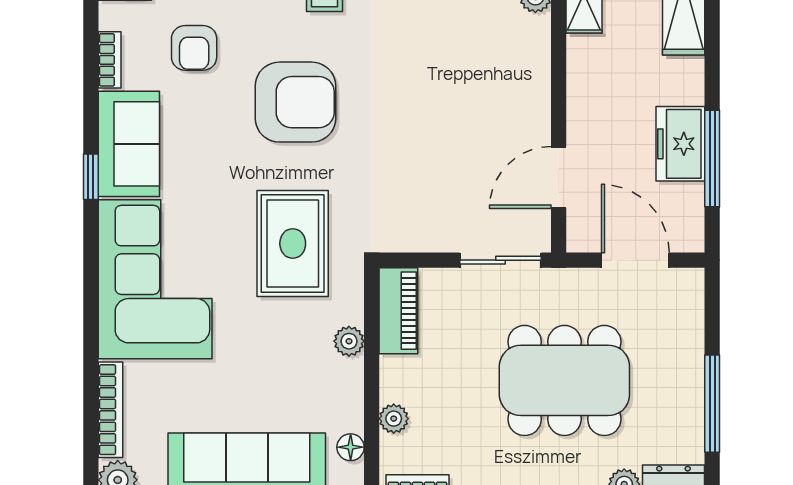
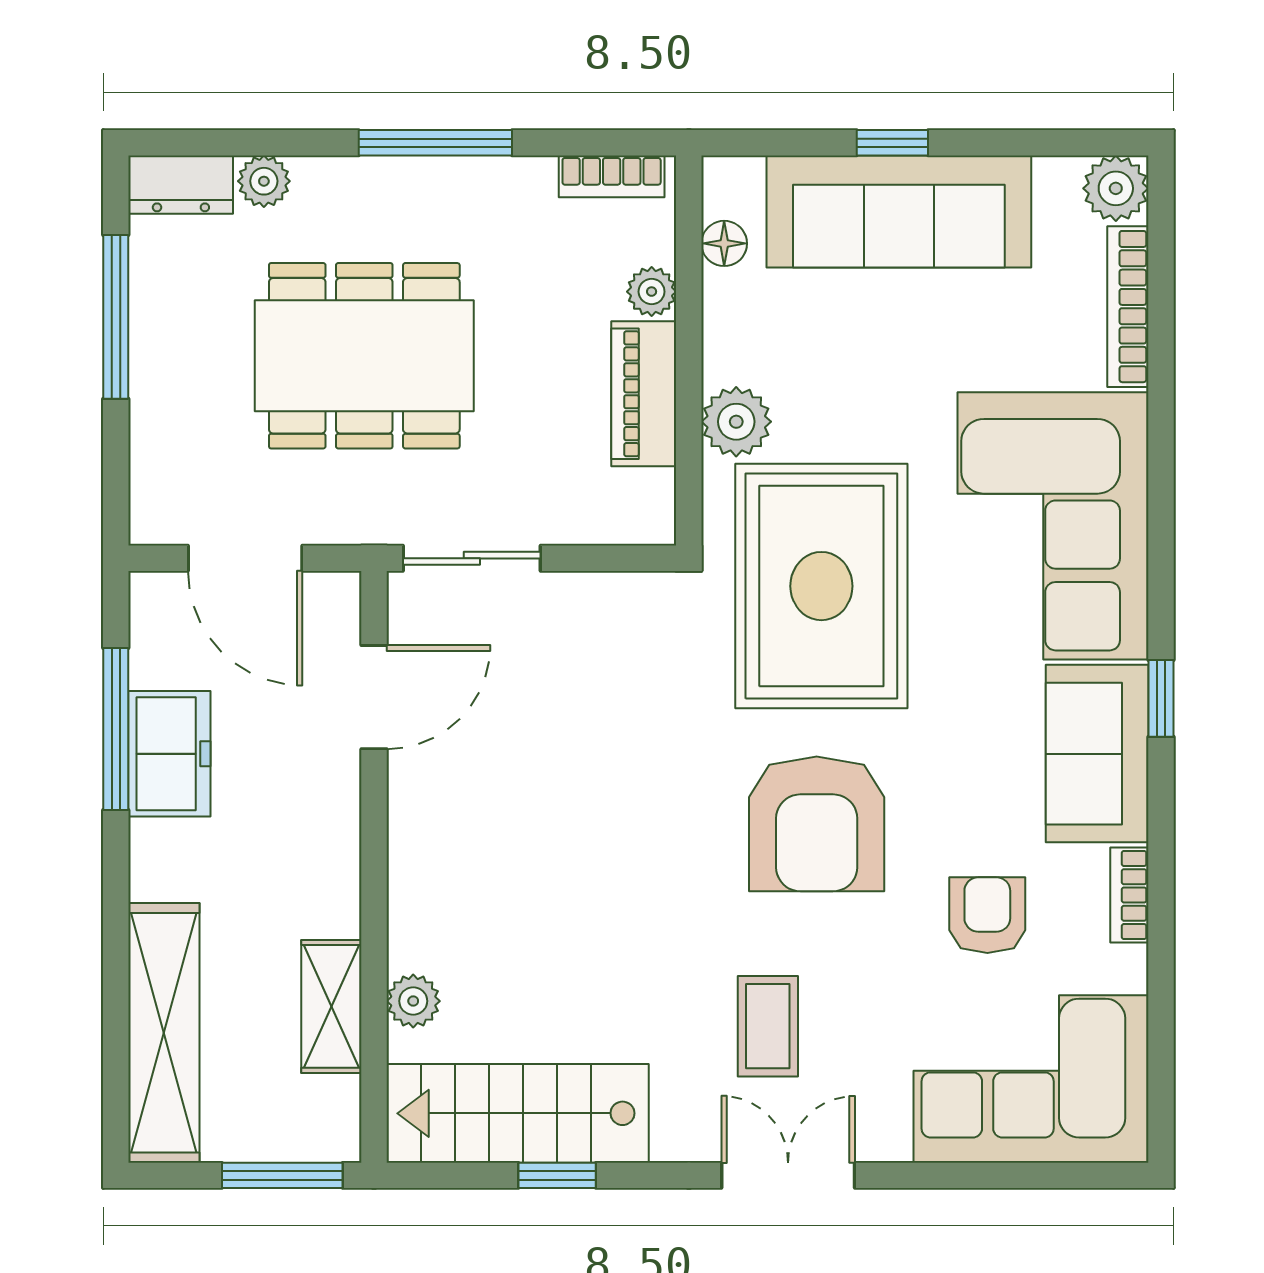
armchair: (296, 102) -> (817, 824), turned -90
rug: (293, 244) -> (821, 586), width x1.37, depth x1.44
piano: (398, 311) -> (644, 394), moved
plant: (349, 341) -> (736, 422), width x1.38, depth x1.38

